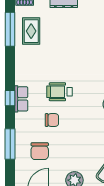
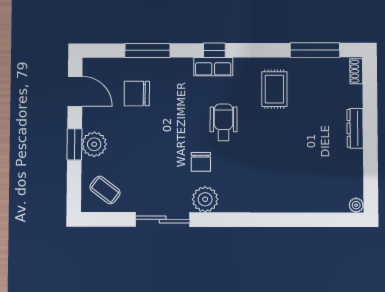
rug: (31, 31) -> (274, 89), moved, turned 90
chair: (52, 120) -> (201, 162), moved

